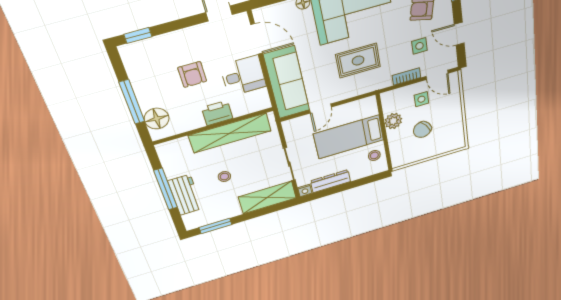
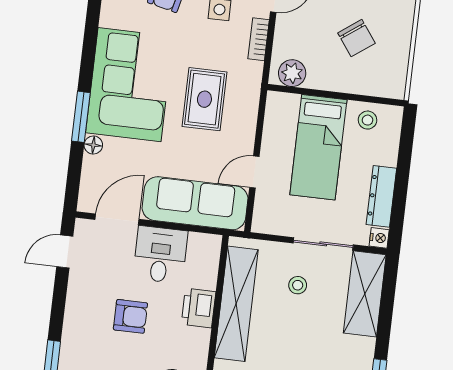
side table: (421, 99) -> (305, 27), removed
door: (320, 109) -> (254, 172), swing flipped
plant: (393, 121) -> (292, 73), moved
stool: (224, 177) -> (298, 285), moved

